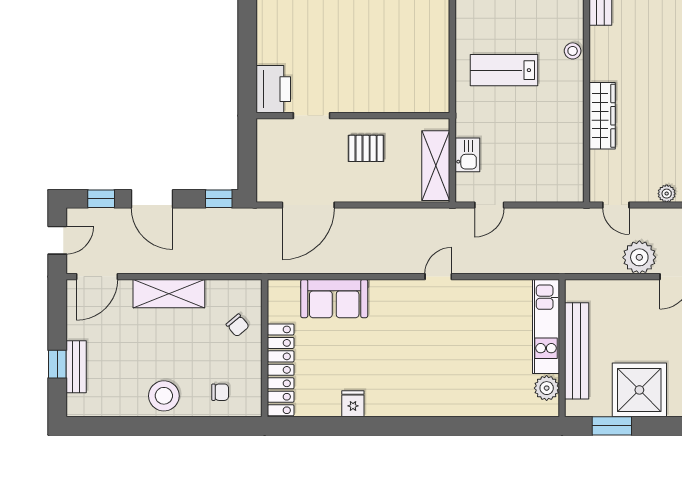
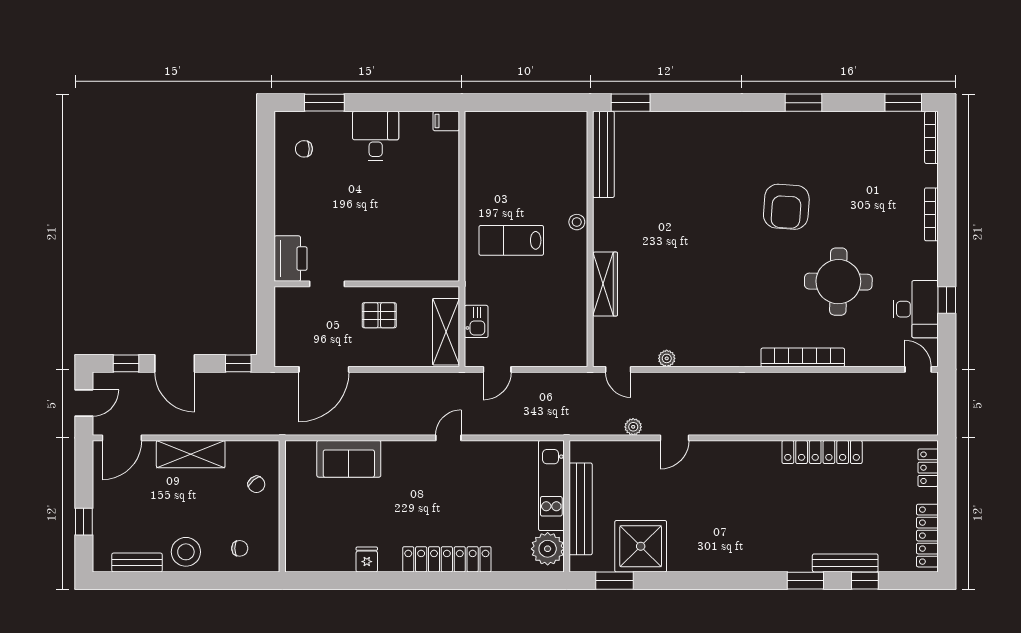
plant: (639, 257) -> (633, 427), width x0.53, depth x0.53
bench: (76, 367) -> (137, 563), moved, turned 90
locker: (281, 370) -> (447, 559), moved, turned -90
plant: (547, 388) -> (548, 549), width x1.36, depth x1.36

